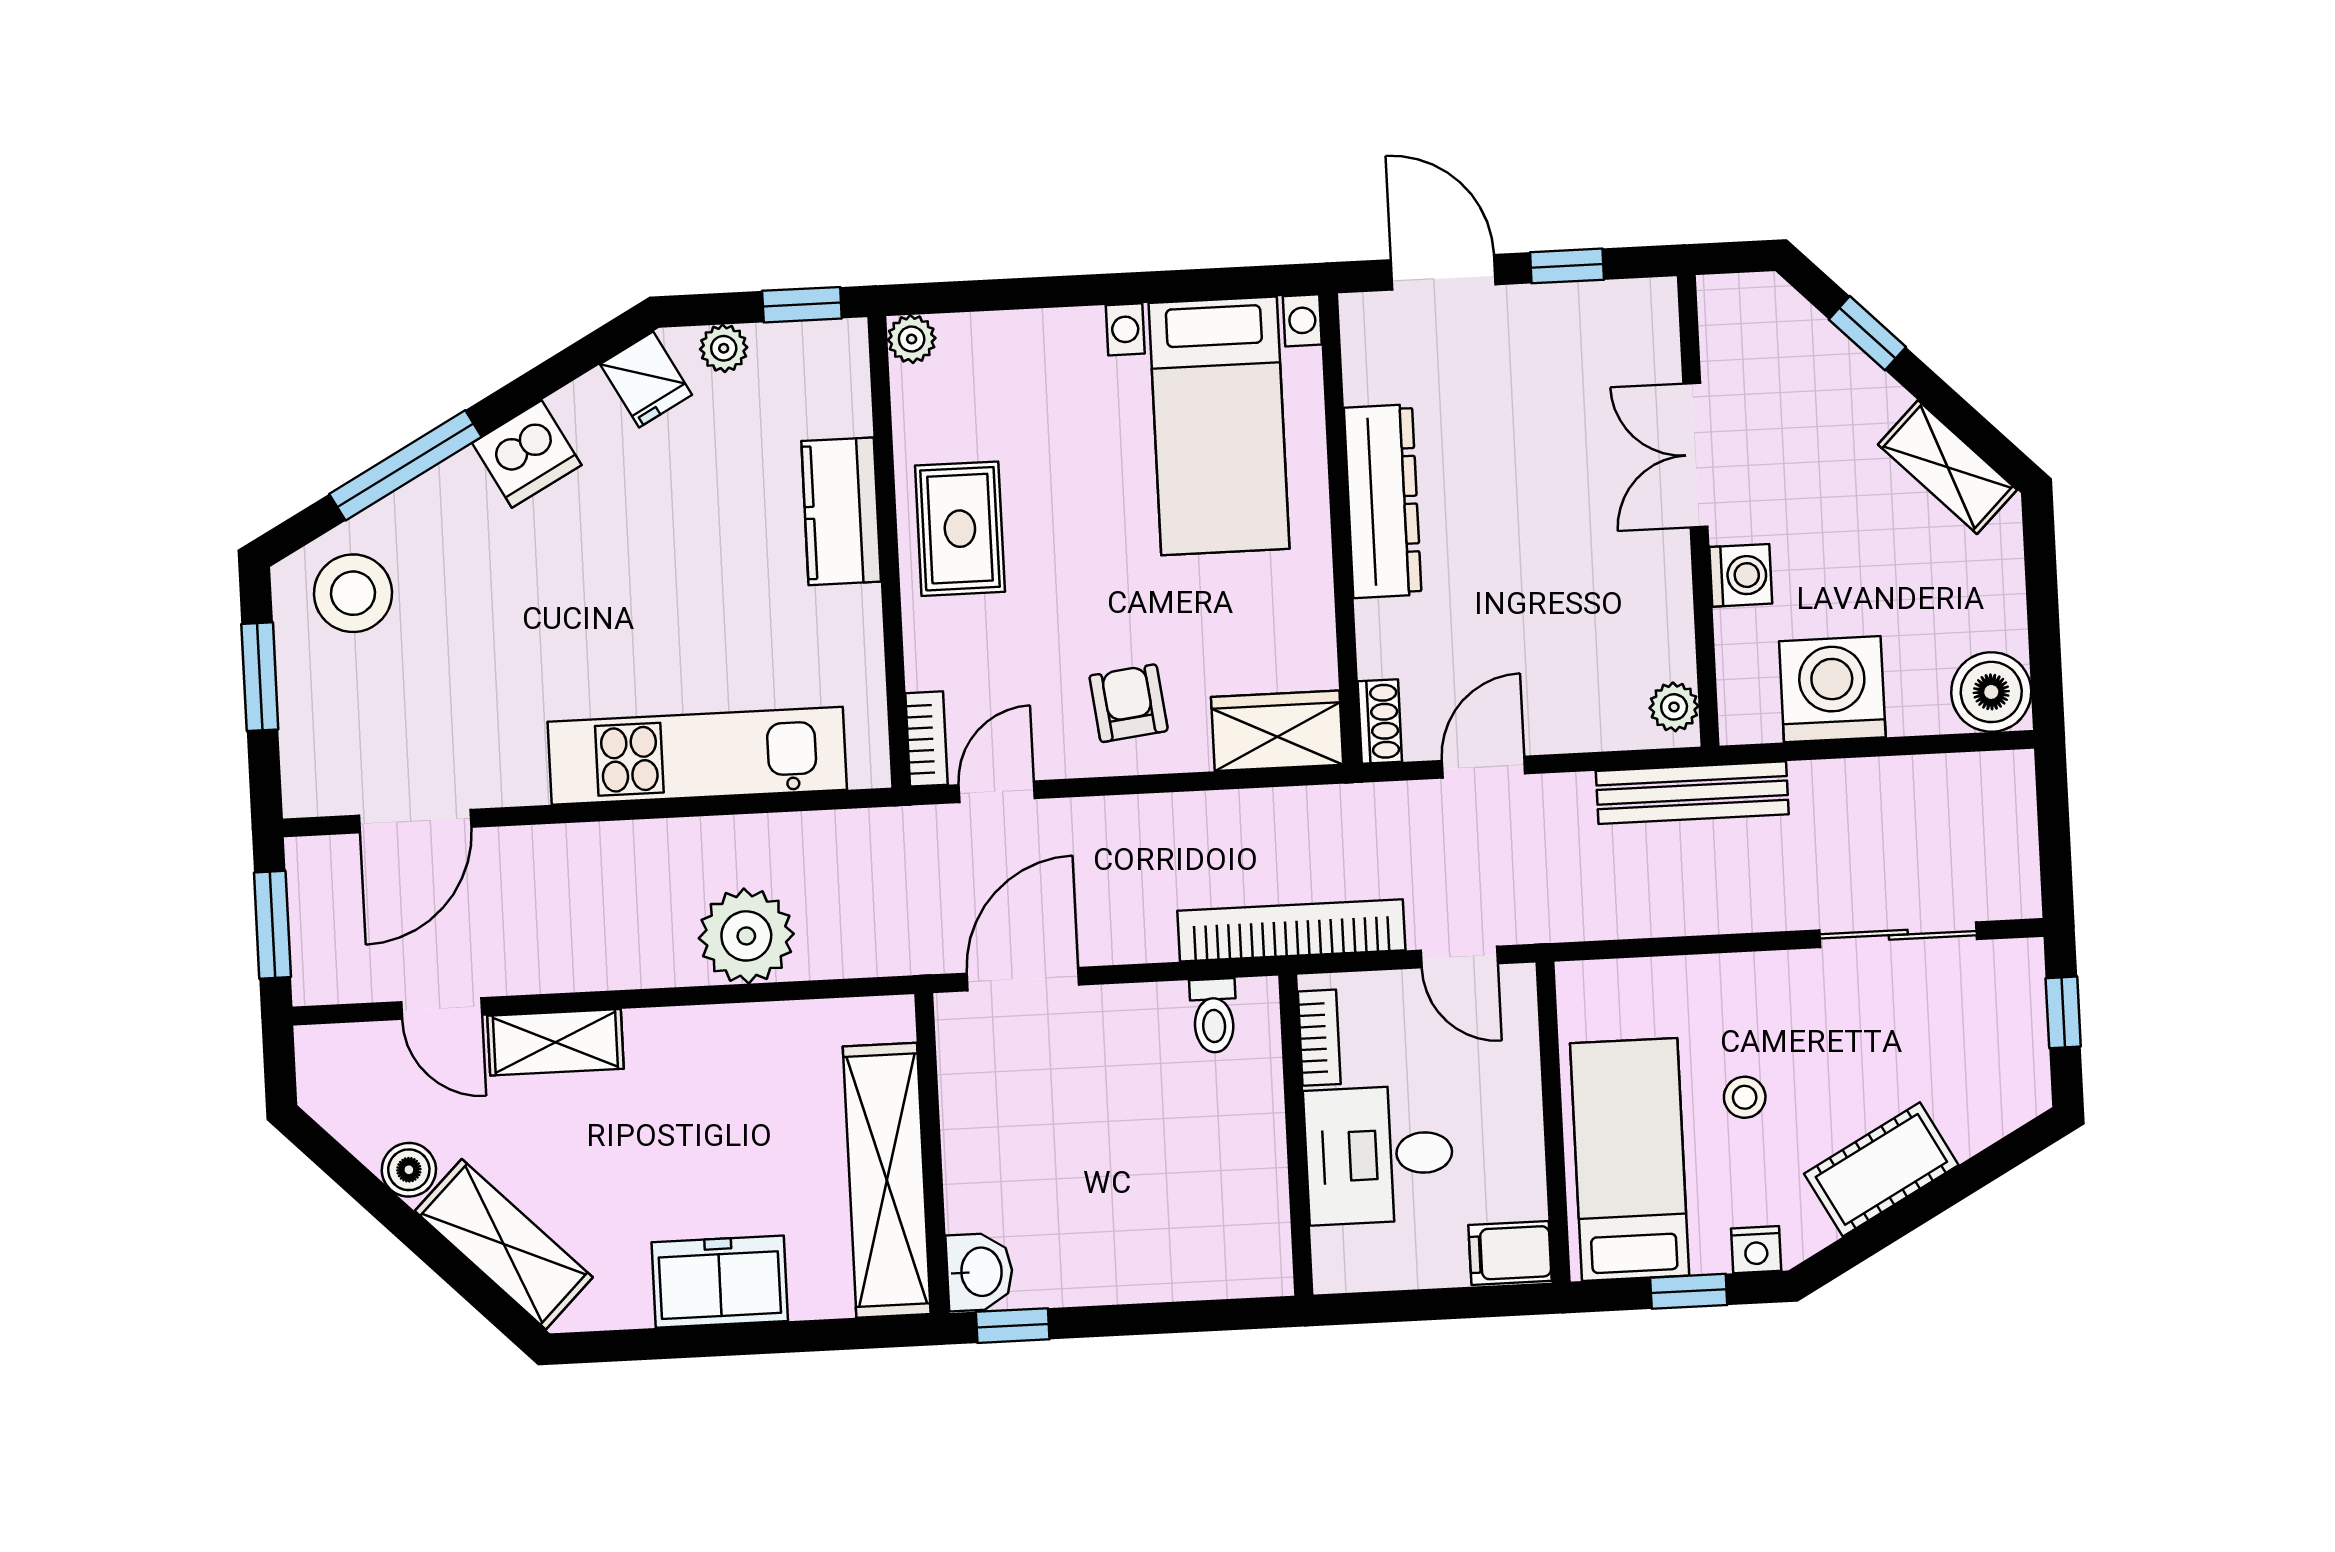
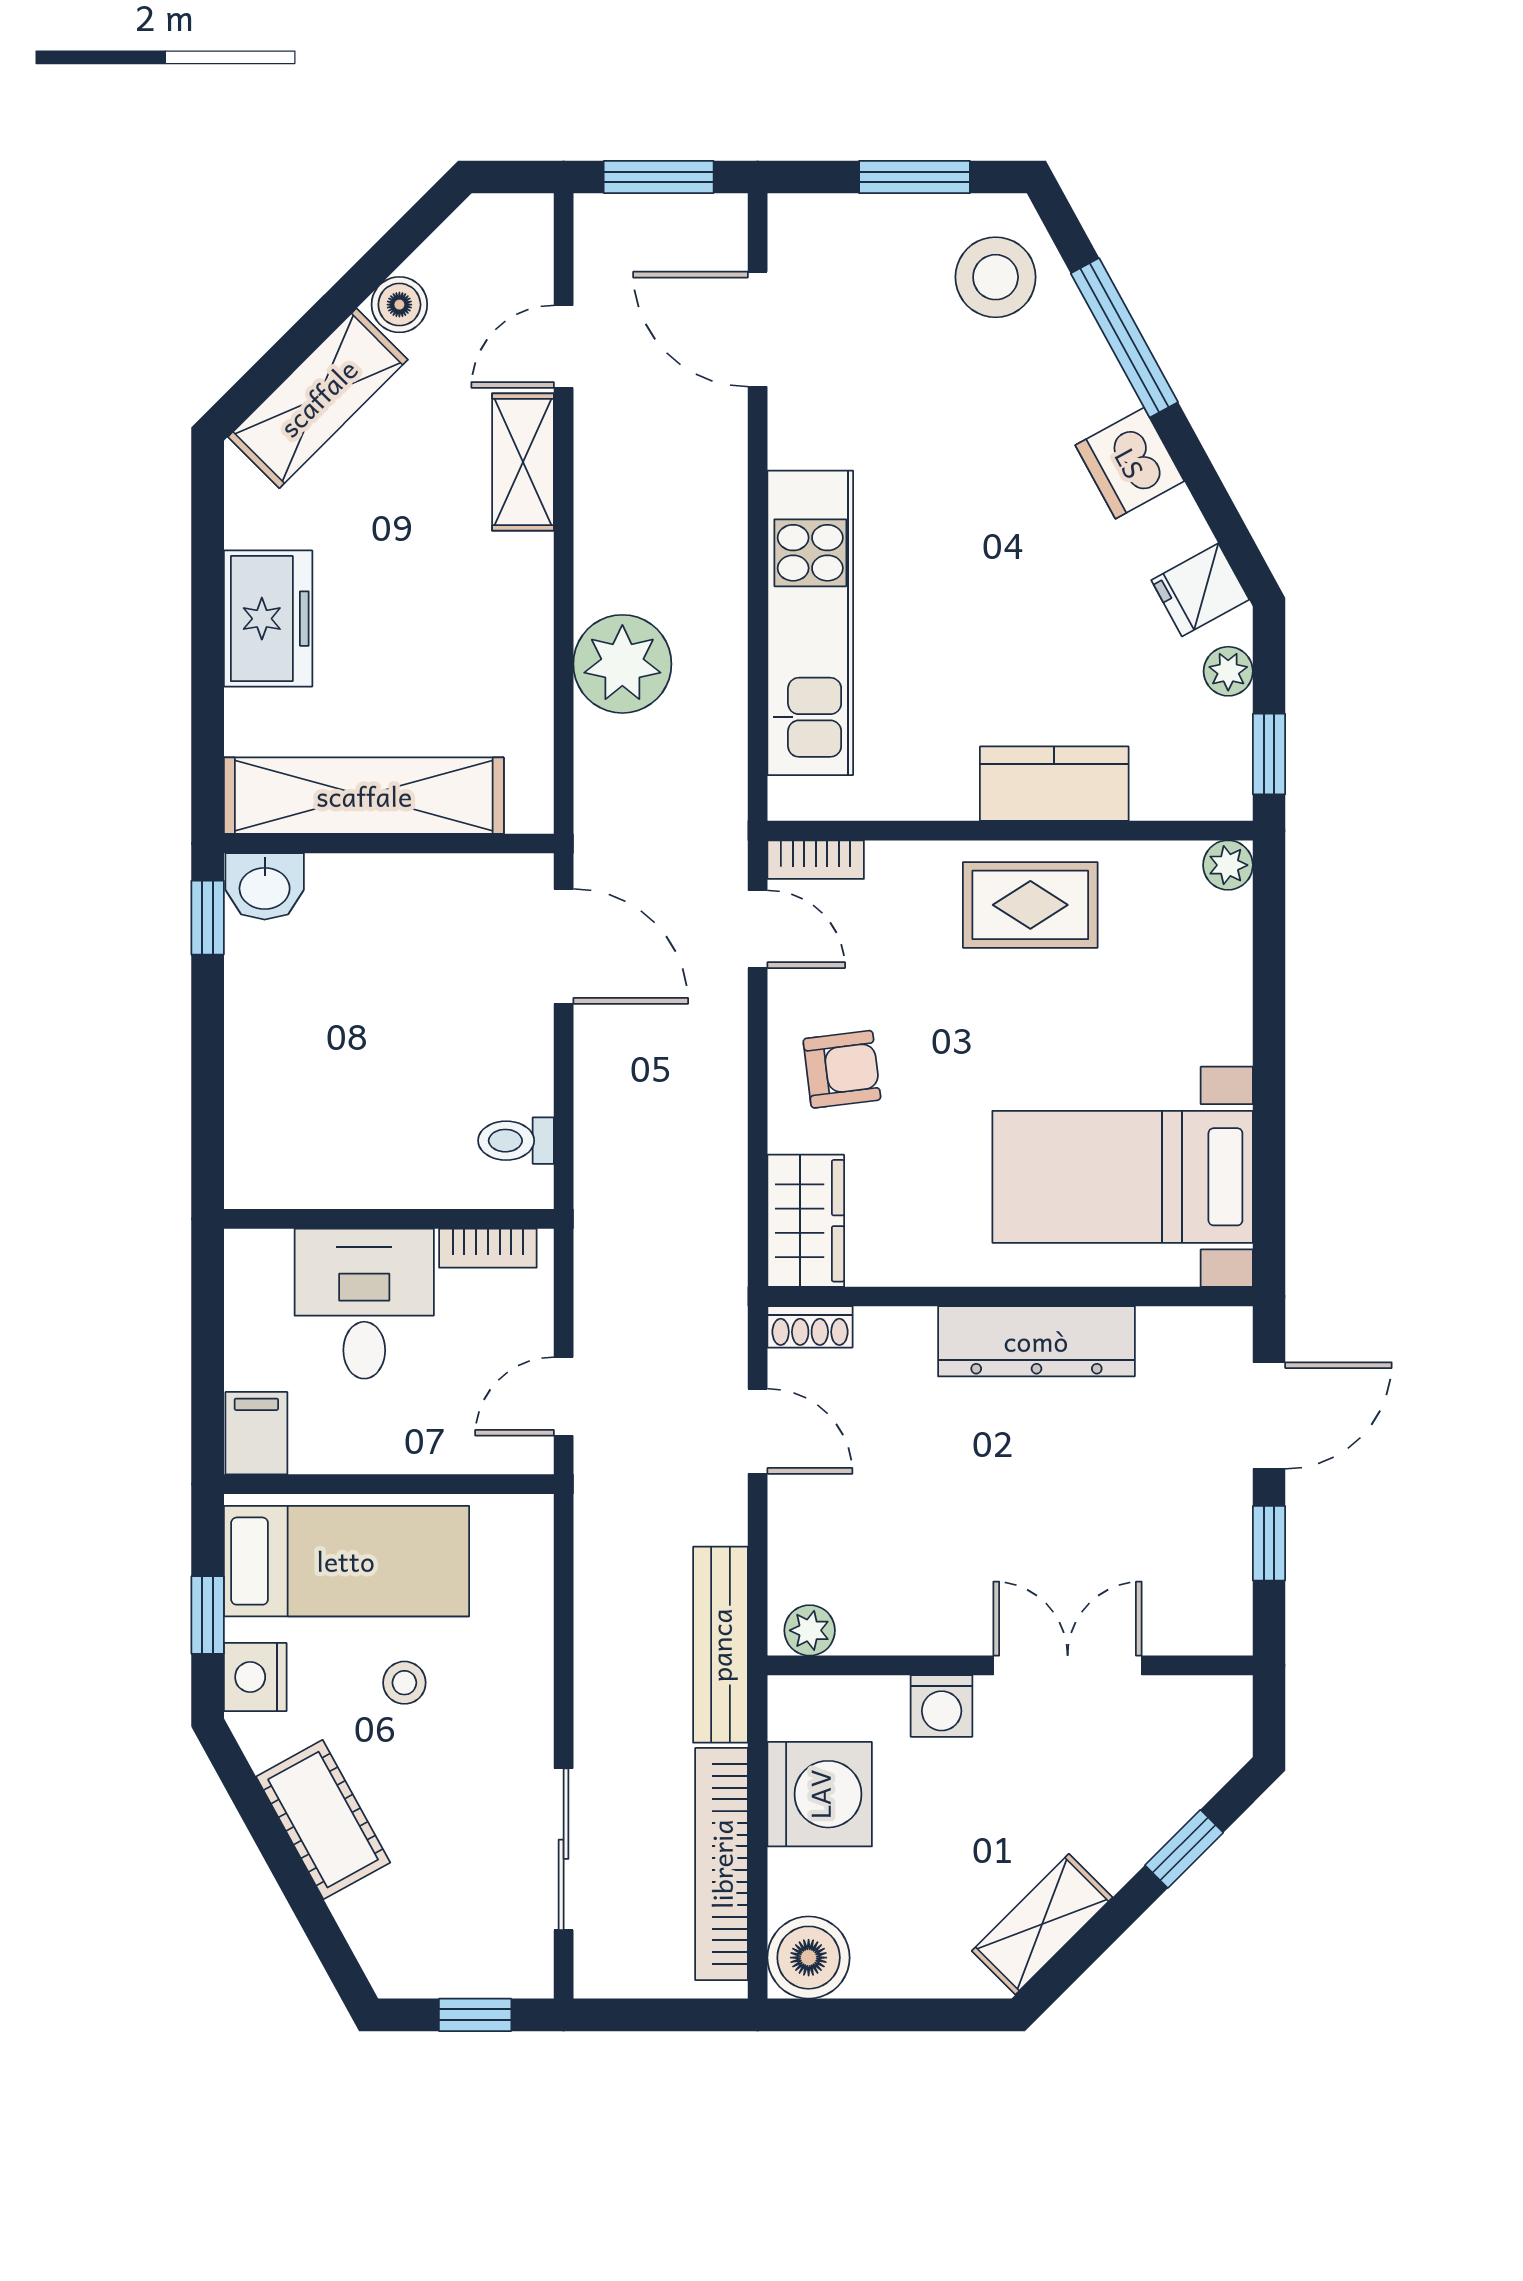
bookcase: (1291, 930) -> (722, 1864), moved, turned 180
nightstand: (1756, 1250) -> (255, 1677), width x1.39, depth x1.35

